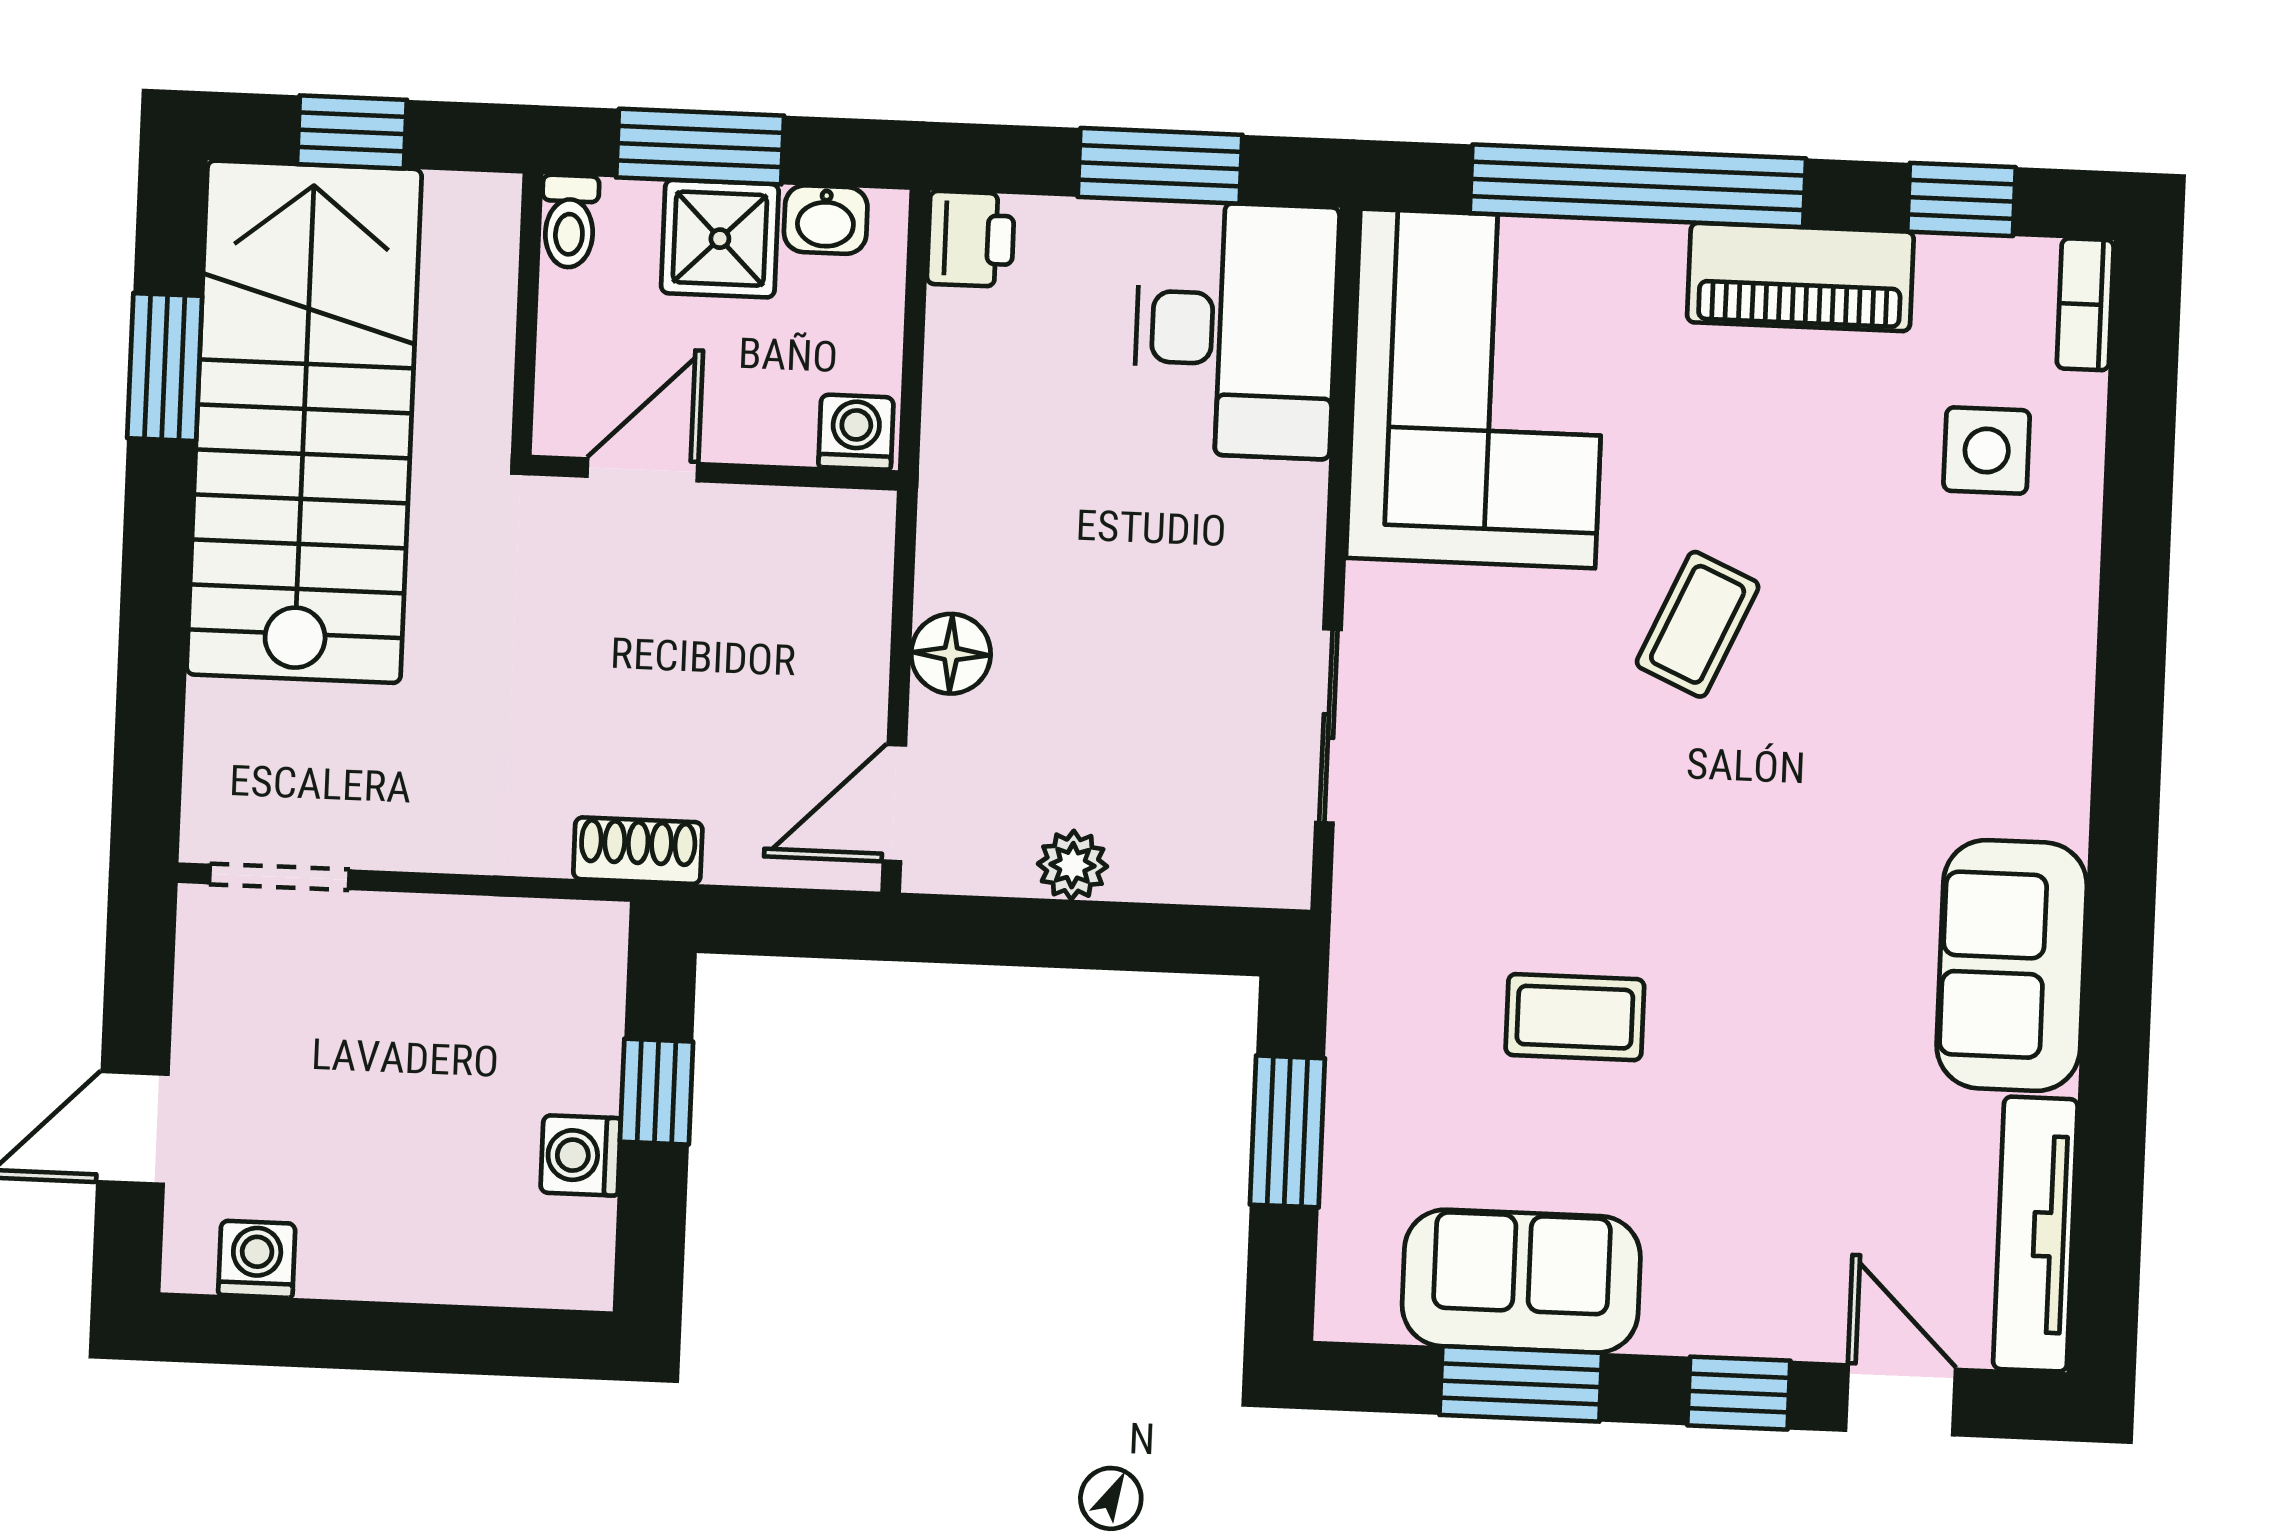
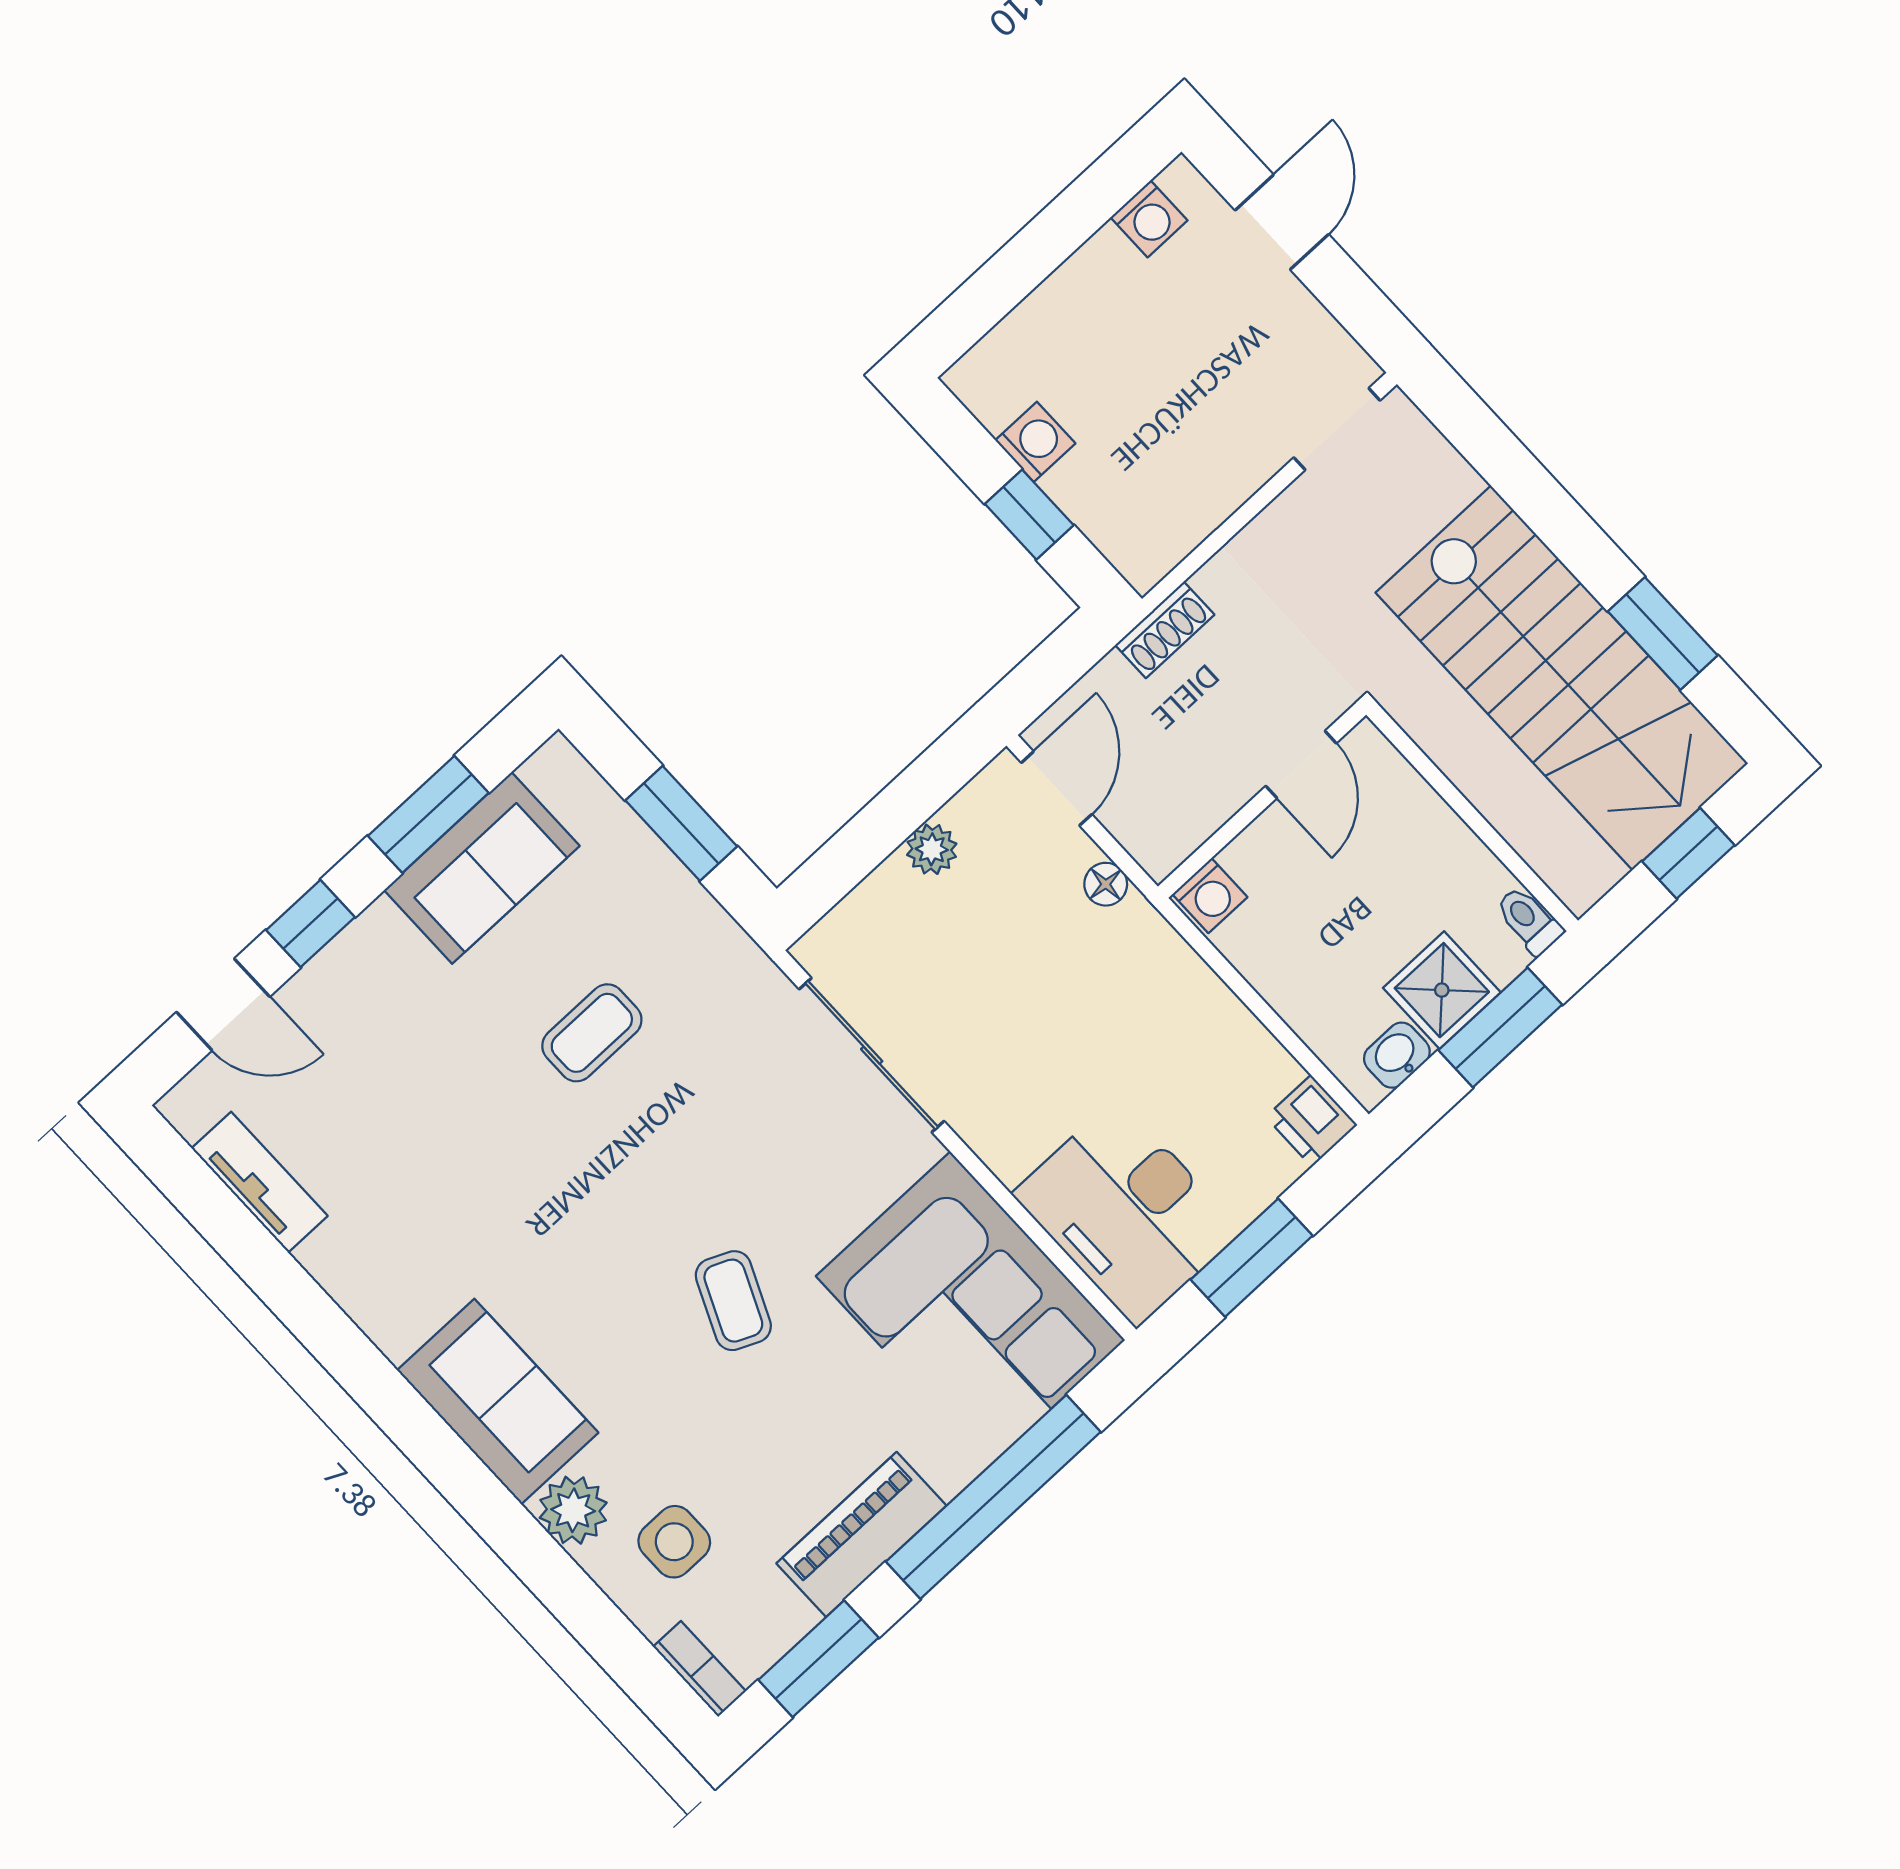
window: (1961, 199) -> (818, 1659), width x1.50
washing machine: (856, 432) -> (1210, 896), moved
door: (642, 470) -> (1301, 765), moved
wall: (714, 473) -> (1262, 801), moved
plant: (2053, 578) -> (573, 1510), added
floor lamp: (951, 654) -> (1106, 884), width x0.73, depth x0.73
sliding door: (1328, 726) -> (872, 1055), width x1.37
sofa: (2012, 965) -> (498, 1402), moved
tv unit: (2035, 1234) -> (259, 1182), width x0.71

